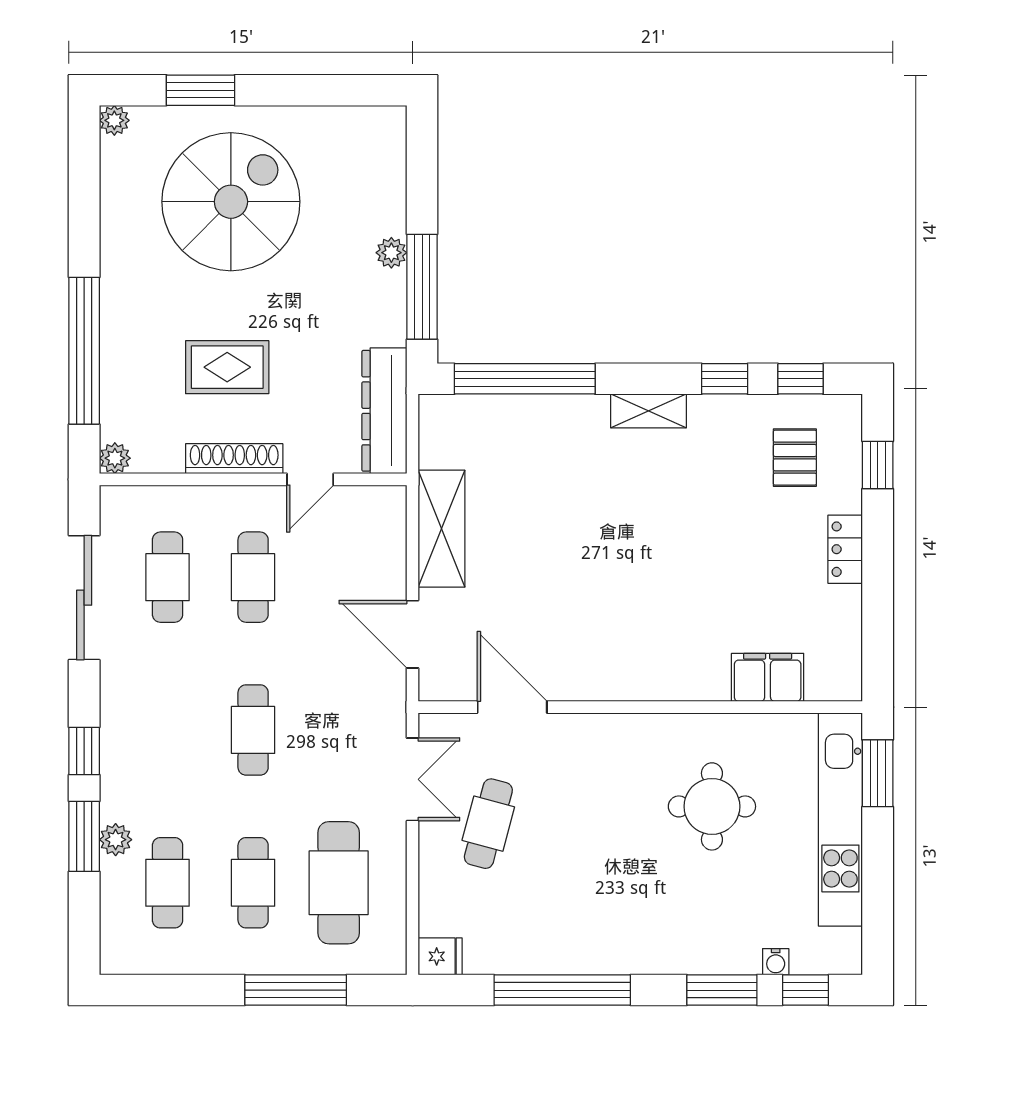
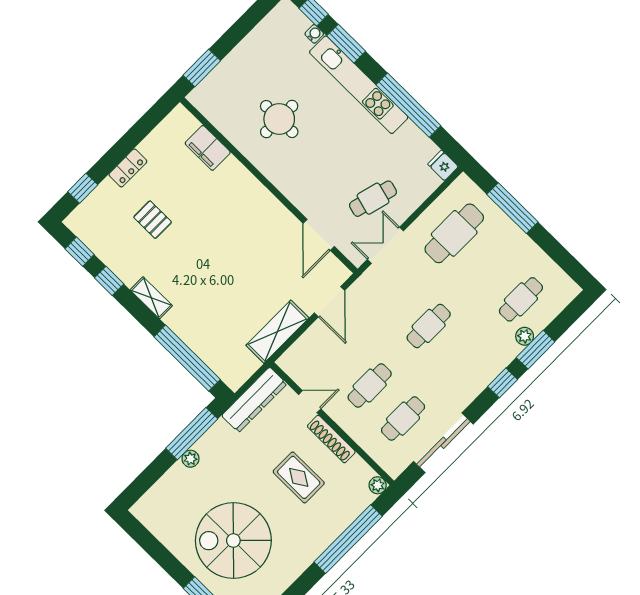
pallet: (795, 458) -> (153, 220), moved, turned 90
kitchen unit: (840, 819) -> (359, 85), moved, turned 90
cafe table: (253, 883) -> (488, 266), removed

